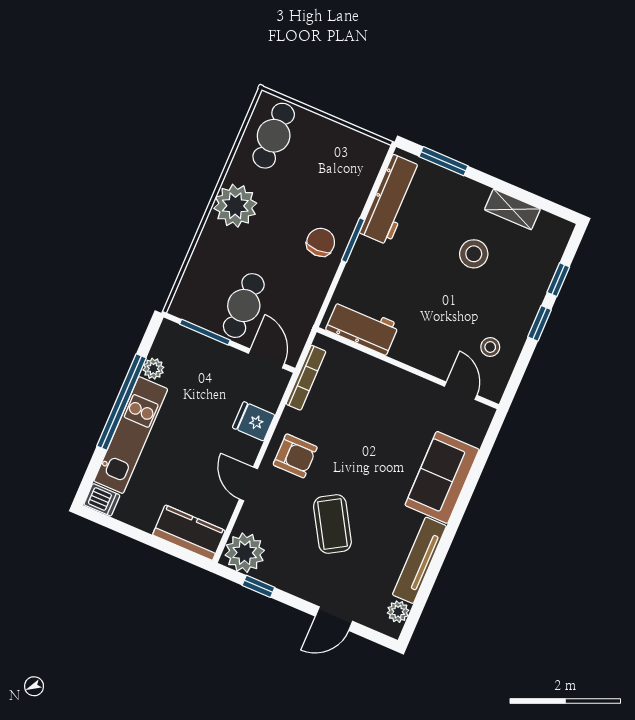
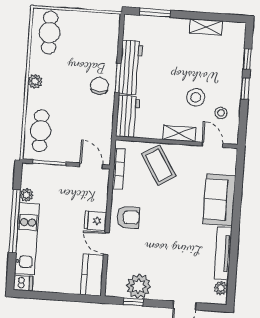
workbench: (391, 200) -> (131, 67), moved
plant: (235, 206) -> (35, 81), width x0.53, depth x0.53
stool: (474, 254) -> (196, 97), moved
cafe table: (244, 306) -> (41, 131), moved
workbench: (362, 327) -> (128, 116), moved, turned 90
shelving: (416, 356) -> (179, 133), added
fridge: (254, 421) -> (95, 221), moved
coffee table: (332, 524) -> (159, 165), moved
kitchen counter: (189, 533) -> (92, 275), moved, turned -90
plant: (245, 553) -> (138, 286), moved

